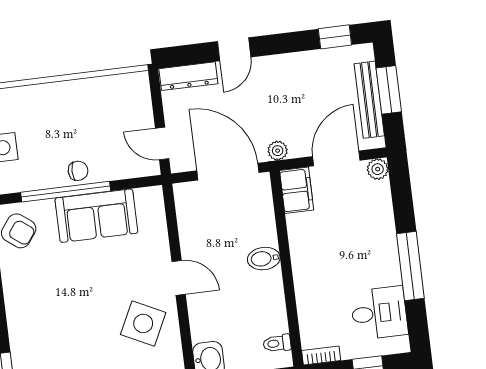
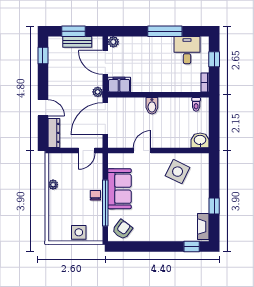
plant: (89, 87) -> (53, 185), added
bench: (369, 100) -> (77, 42), width x0.73
door: (179, 278) -> (142, 151), moved

